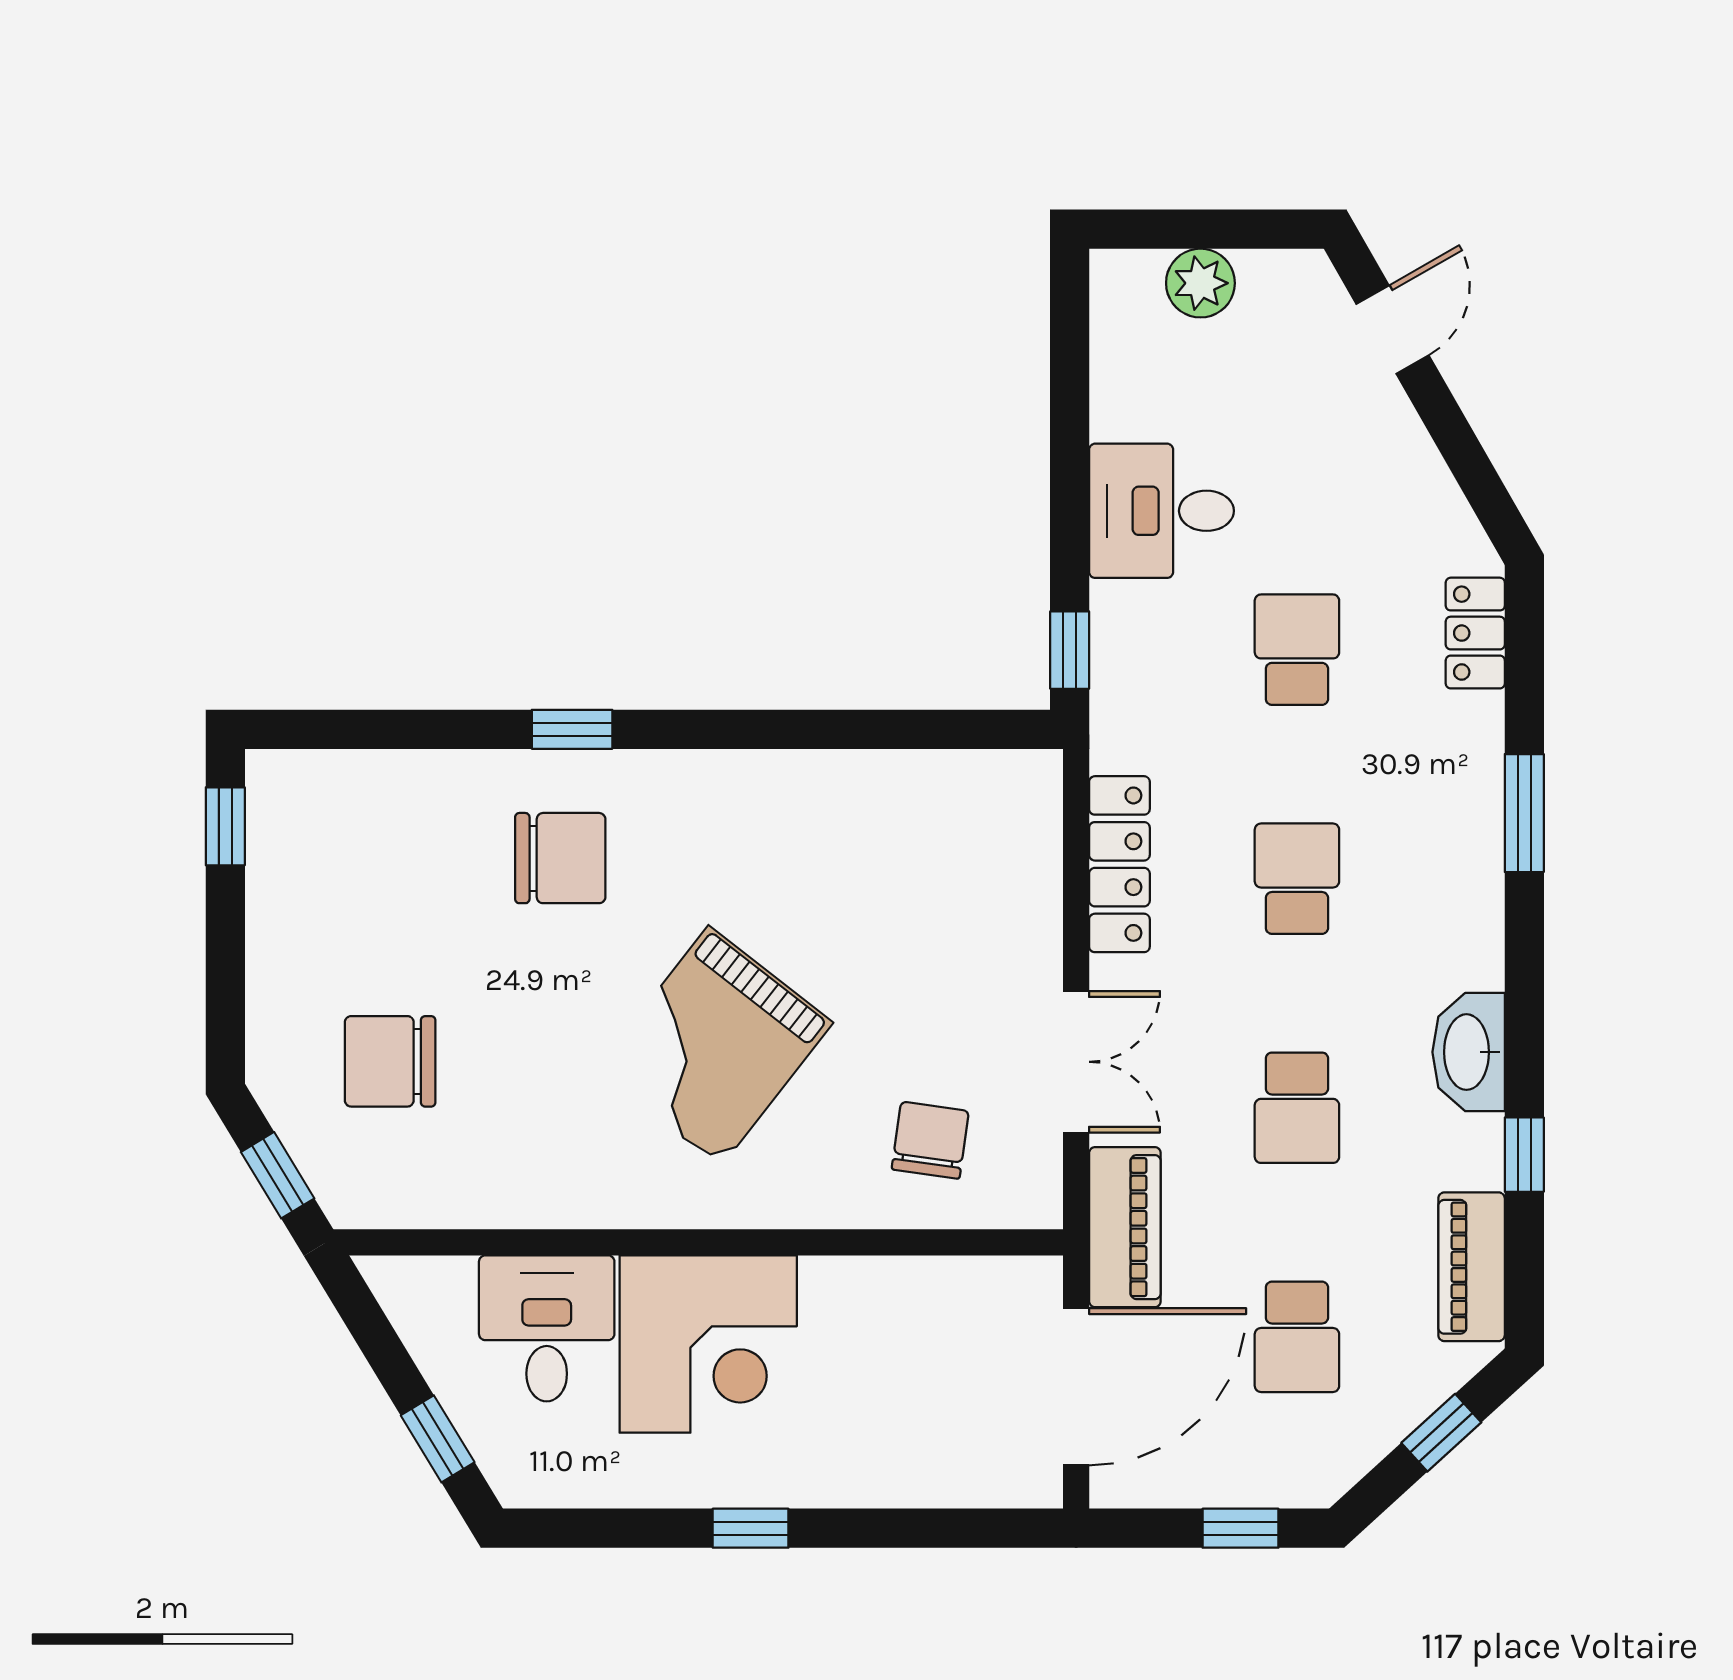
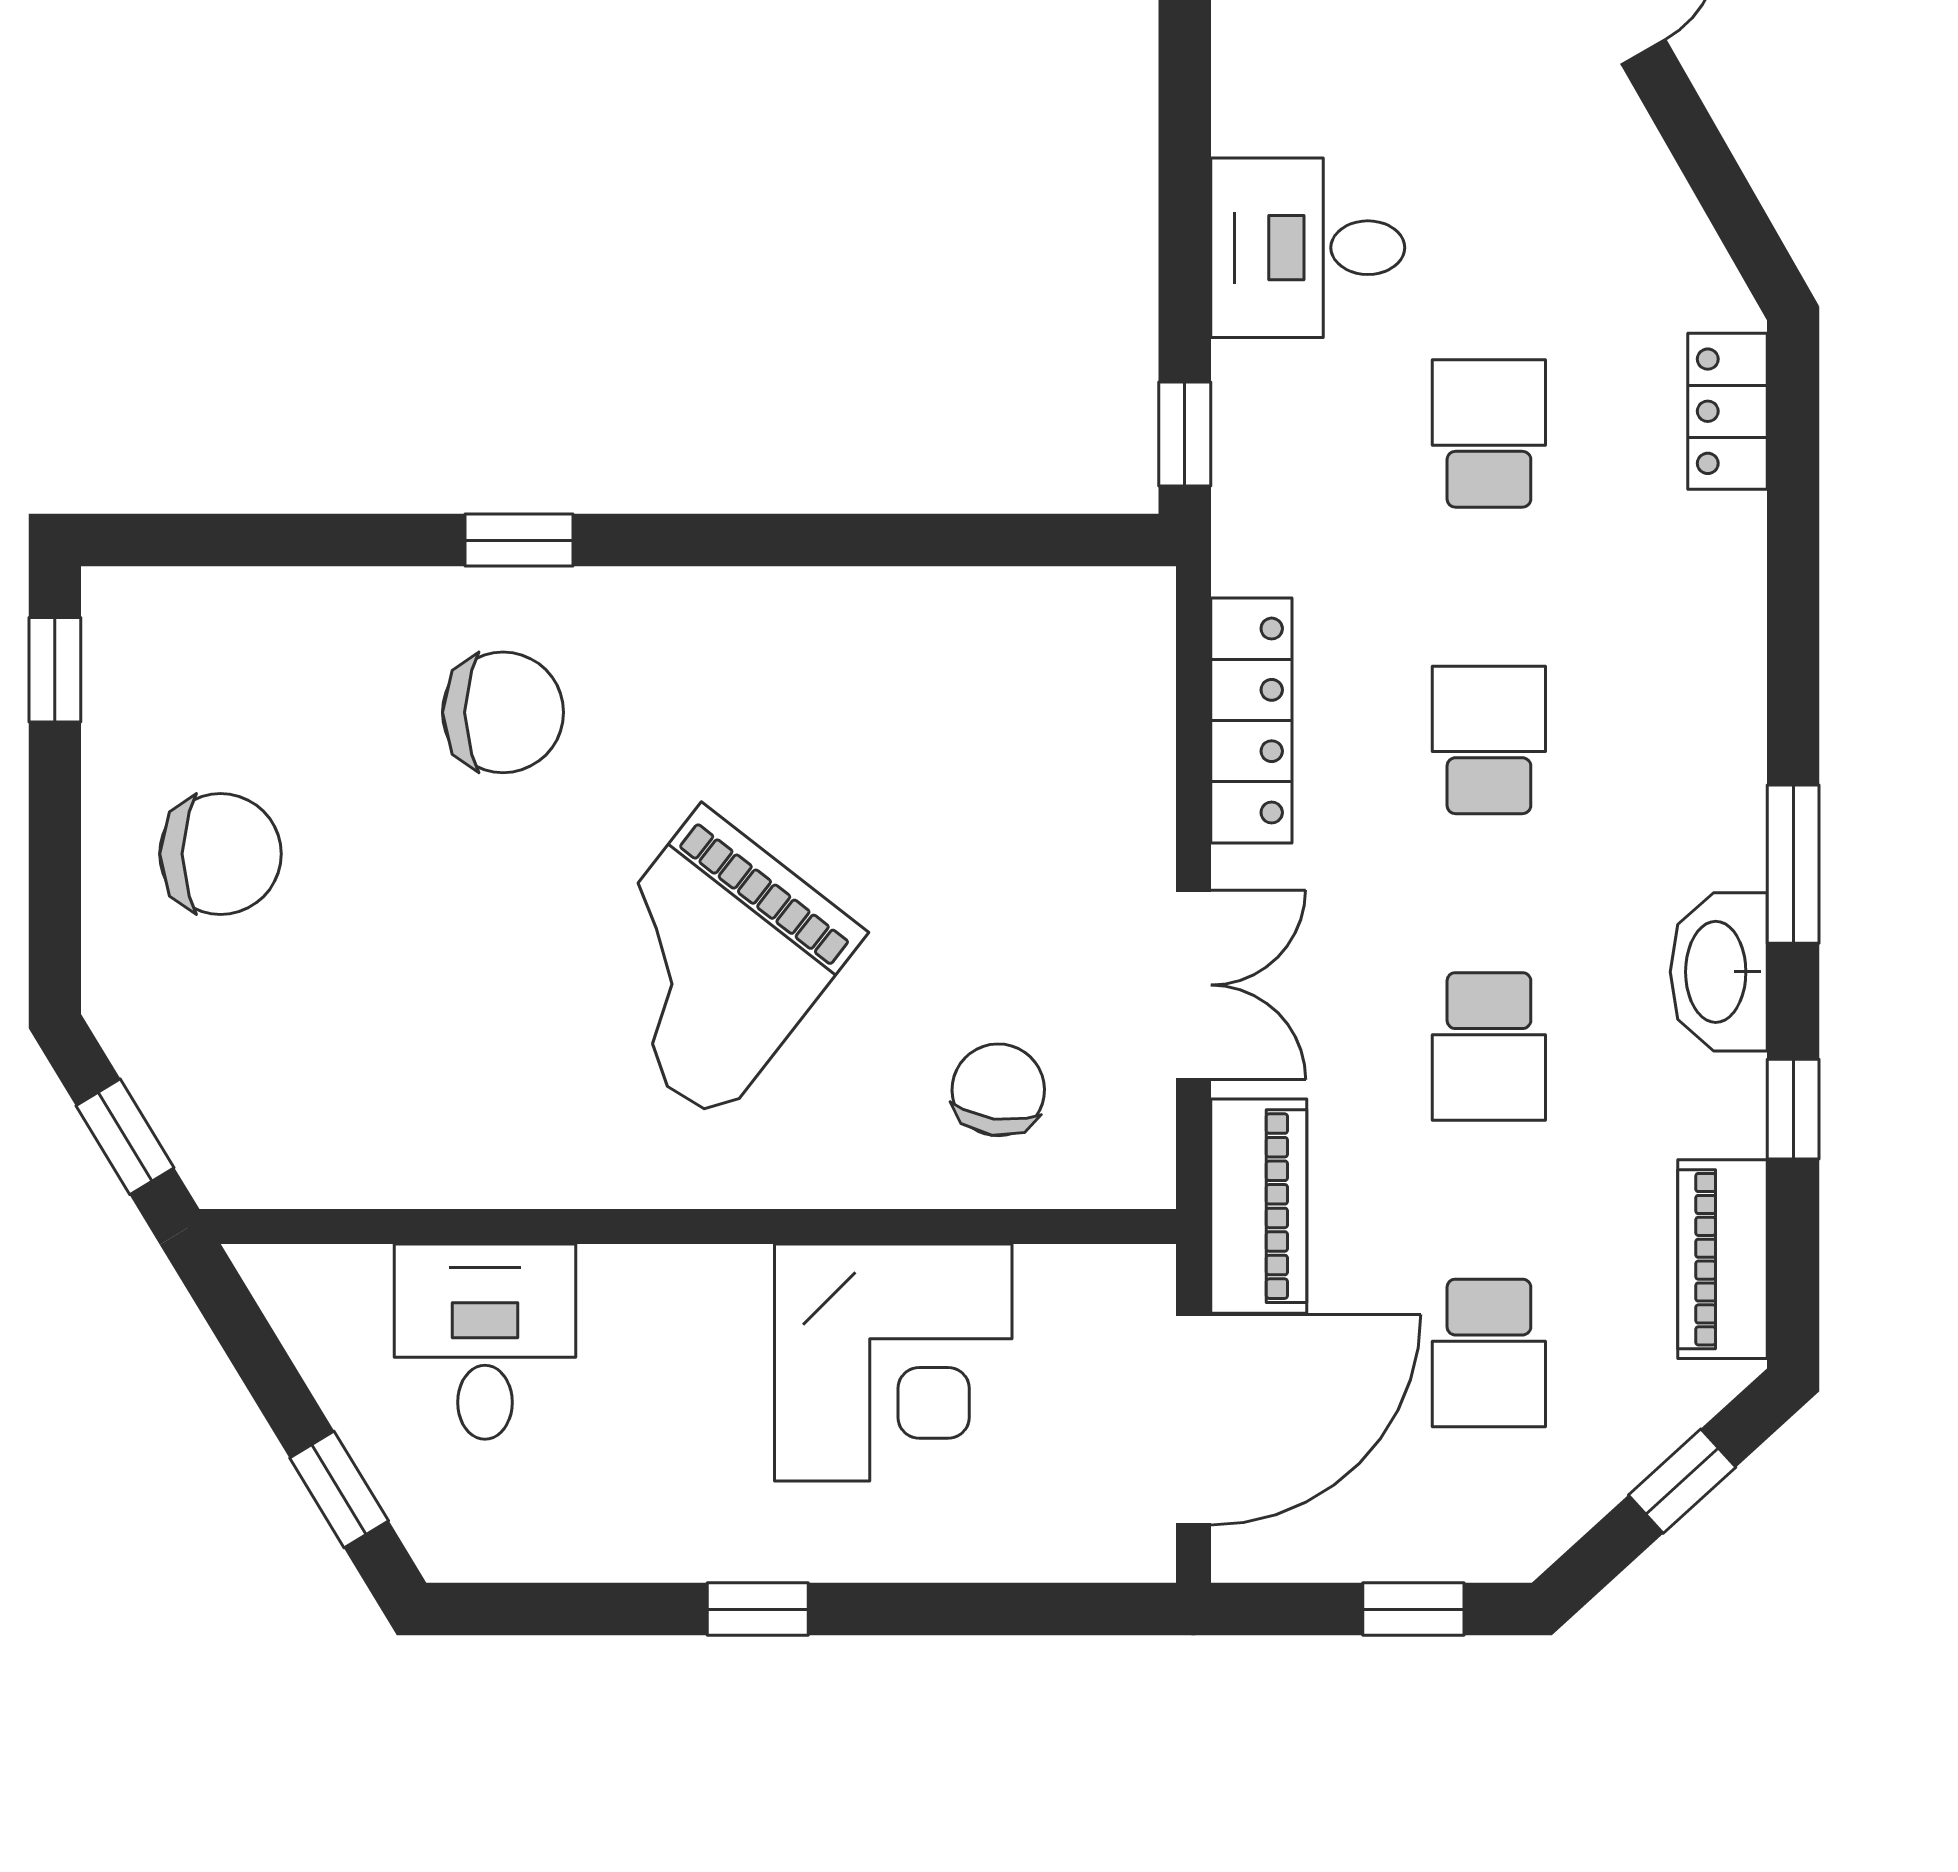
window: (1524, 813) -> (1793, 864), moved
chair: (390, 1061) -> (221, 854), moved, turned 180
corner desk: (708, 1344) -> (893, 1363), moved

